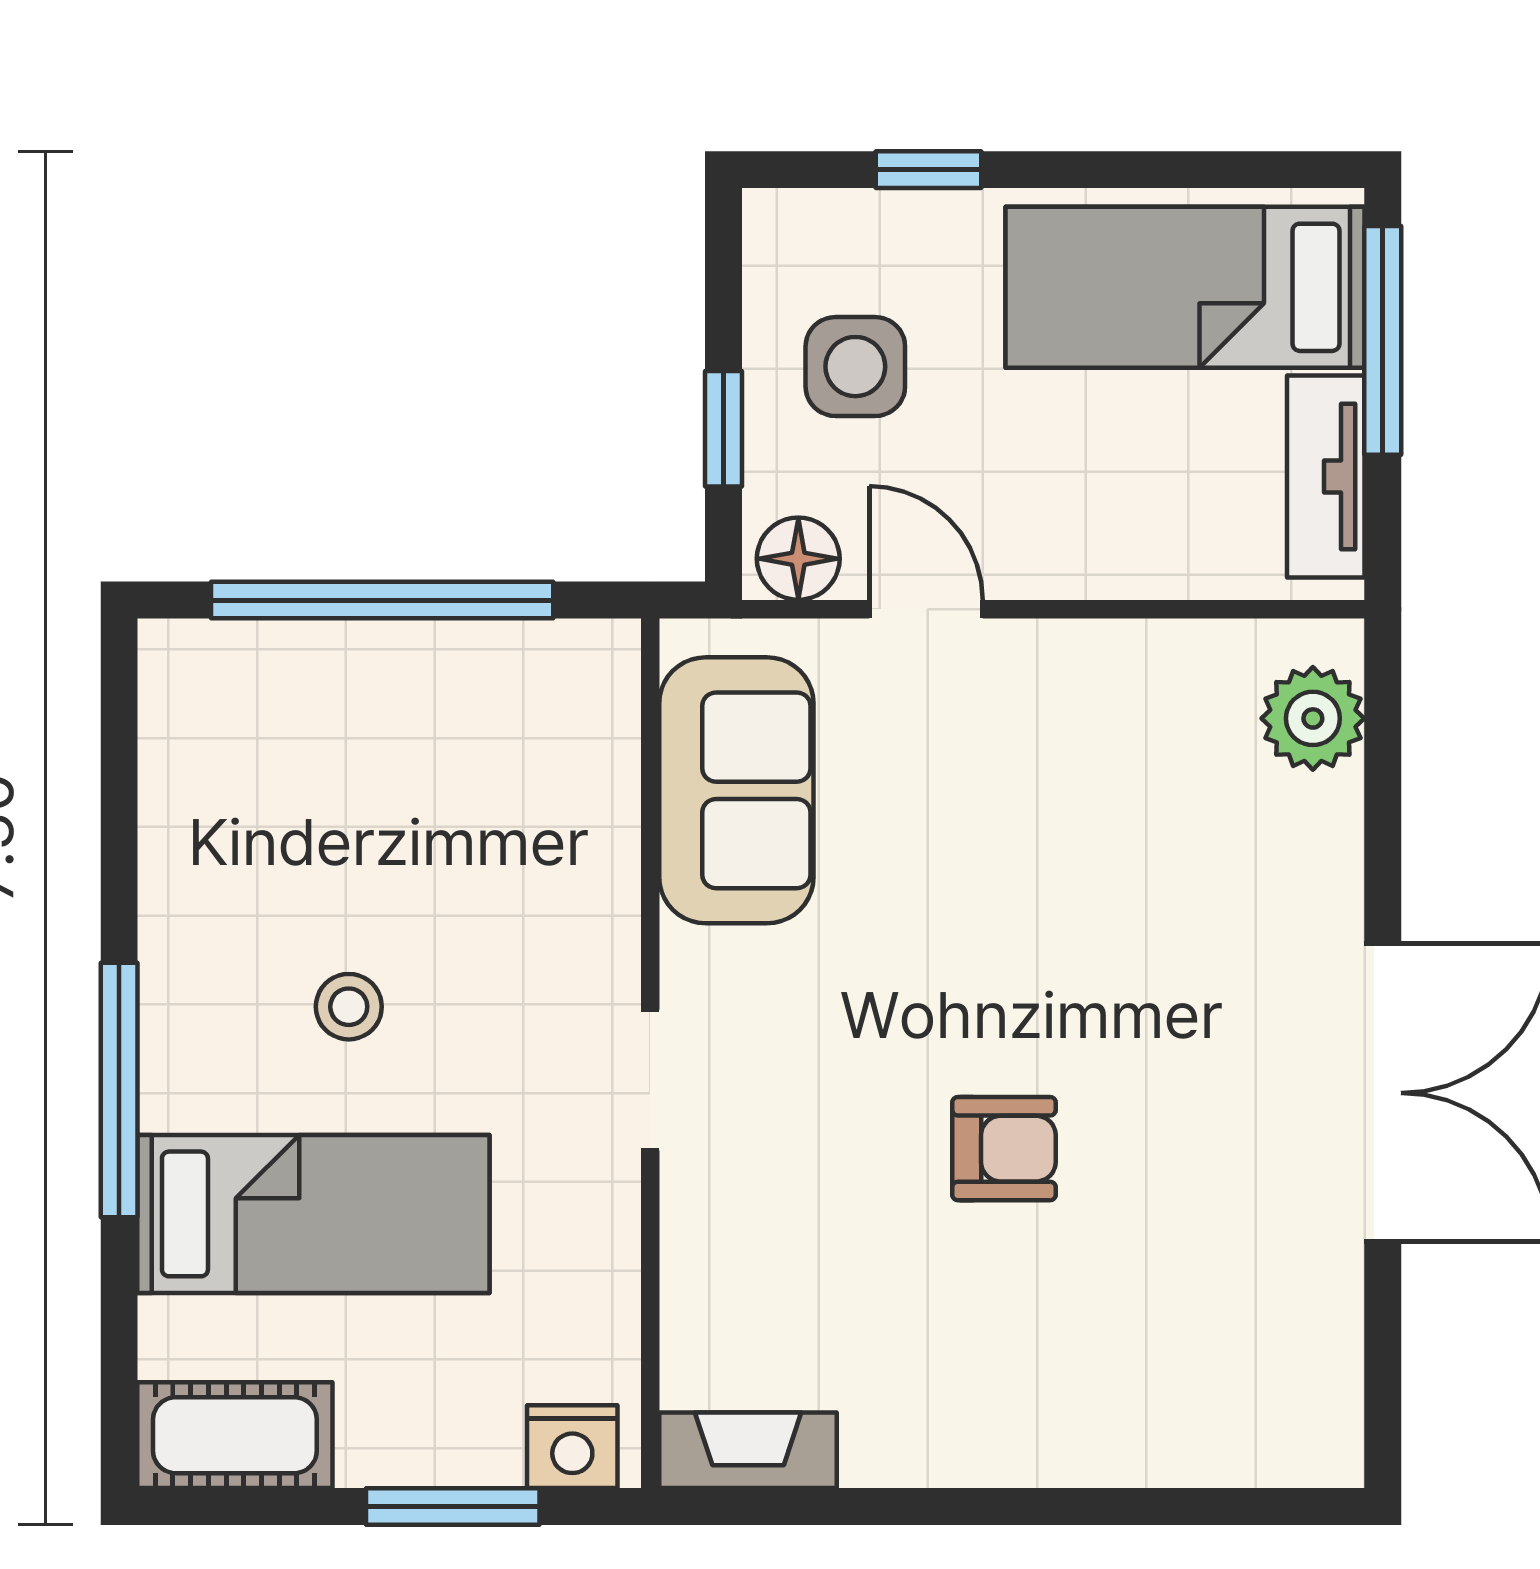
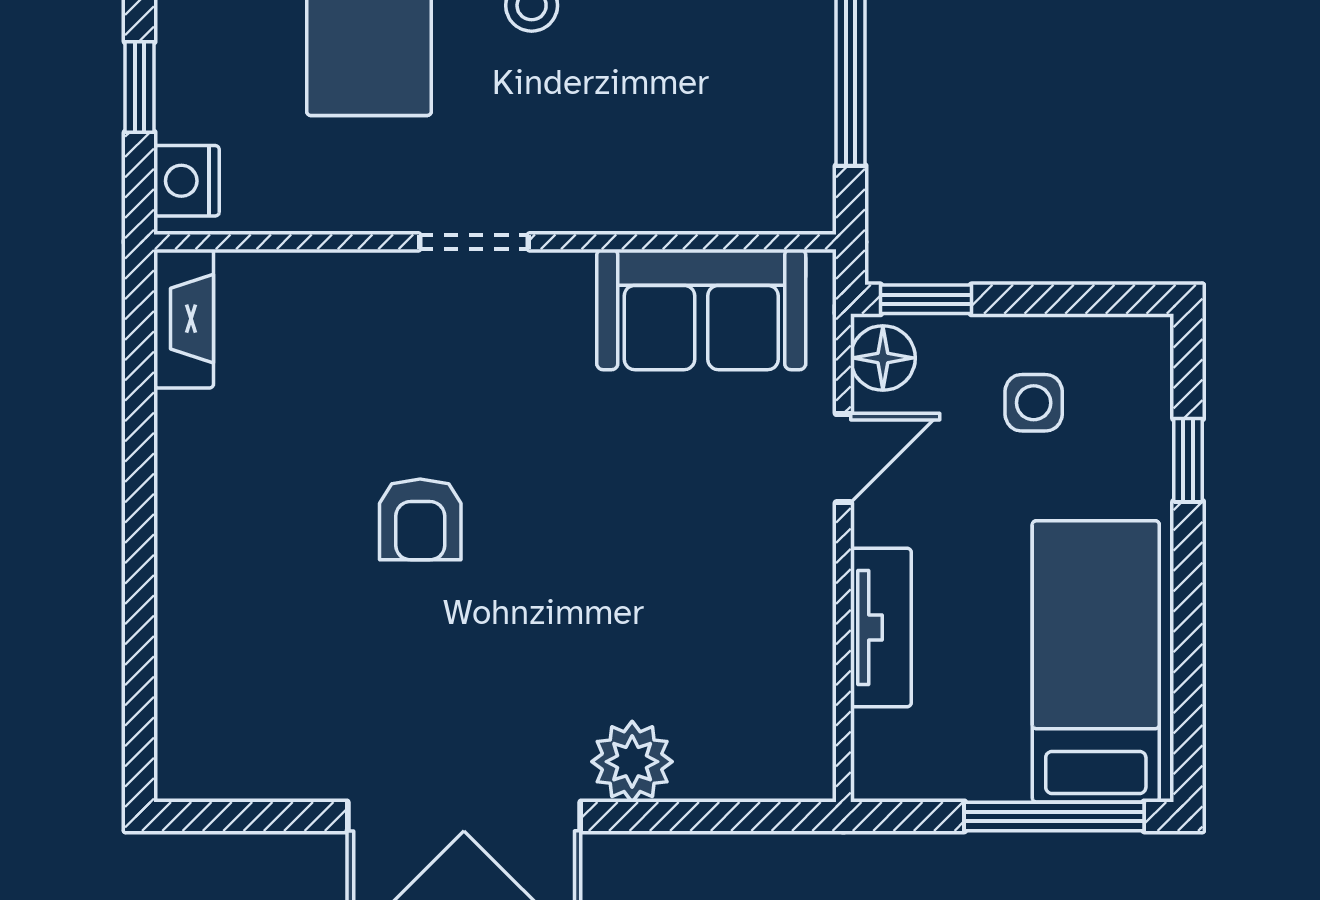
side table: (855, 367) -> (1034, 403), width x0.73, depth x0.73
window: (723, 429) -> (926, 299), moved
tv unit: (1326, 477) -> (881, 627), moved, turned 90
plant: (1313, 718) -> (632, 762), moved
window: (453, 1506) -> (140, 87), width x0.67

